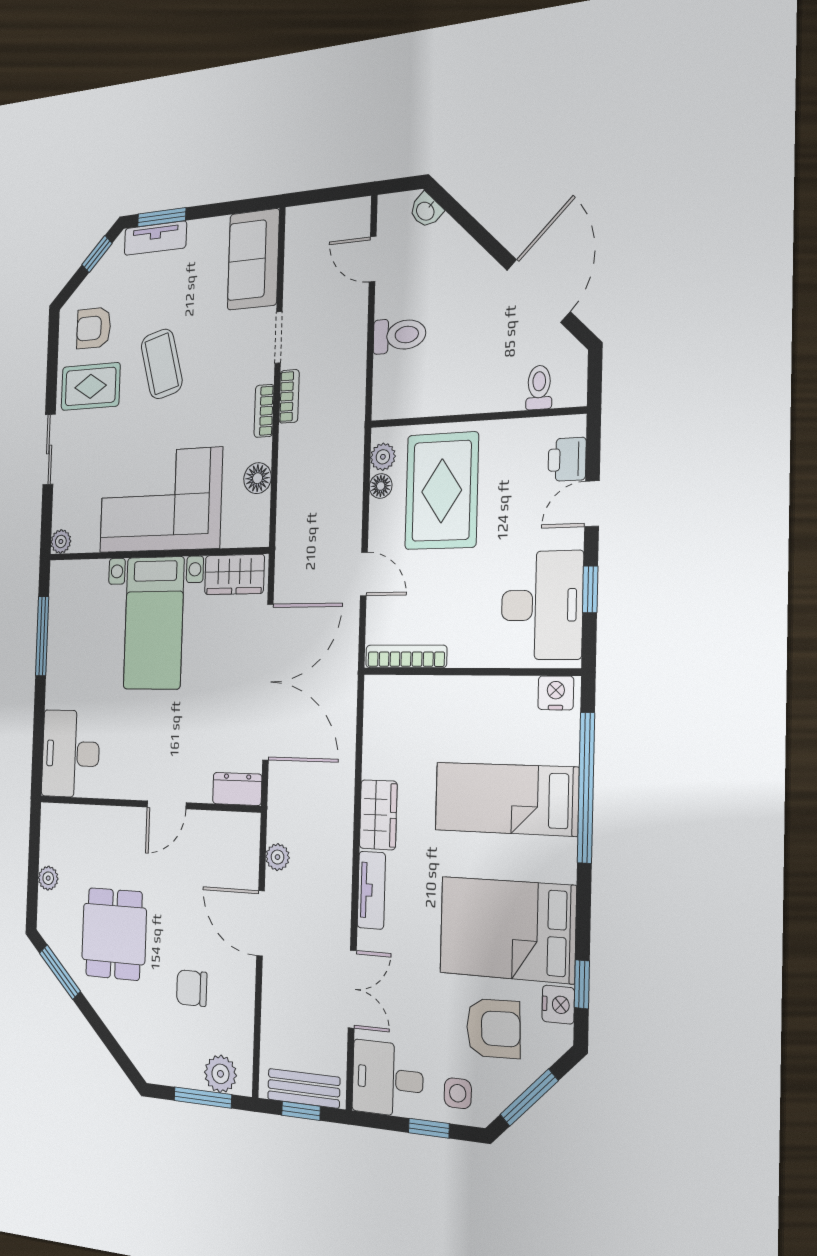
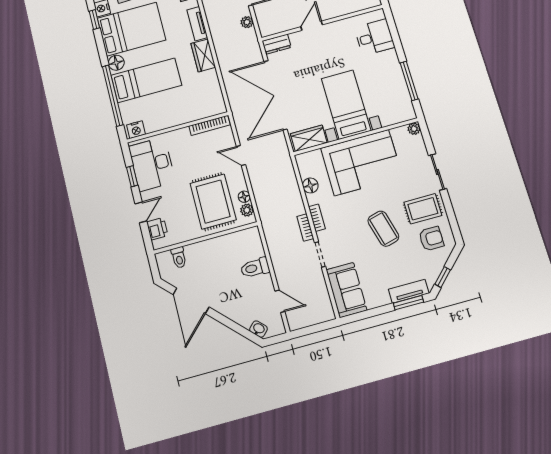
desk: (71, 754) -> (374, 37), width x0.73
floor lamp: (559, 862) -> (116, 63), added

